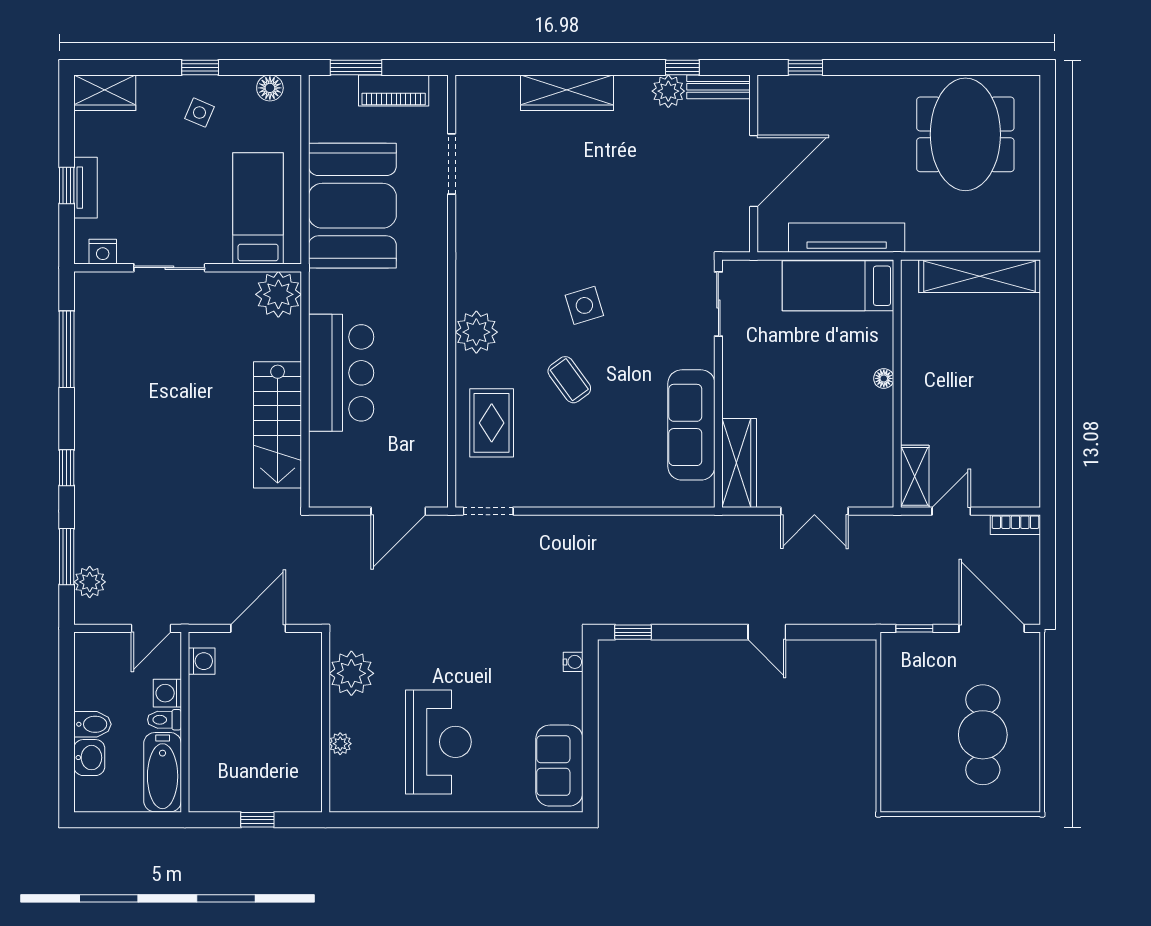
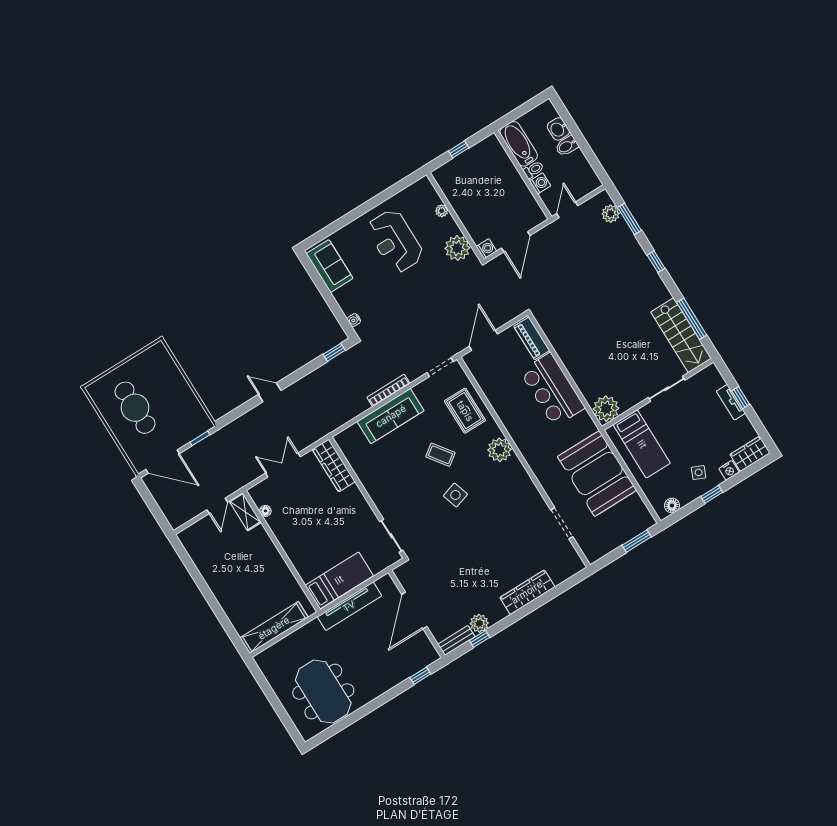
piano: (394, 91) -> (532, 338), moved, turned -90
nightstand: (103, 252) -> (729, 470), moved, turned 180
floor lamp: (884, 378) -> (265, 511), moved
stairs: (278, 425) -> (681, 335), moved, turned 180
sofa: (691, 425) -> (391, 416), moved, turned 90
bookcase: (1015, 525) -> (388, 390), moved, width x1.56
washing machine: (202, 661) -> (486, 249), moved, turned 180

